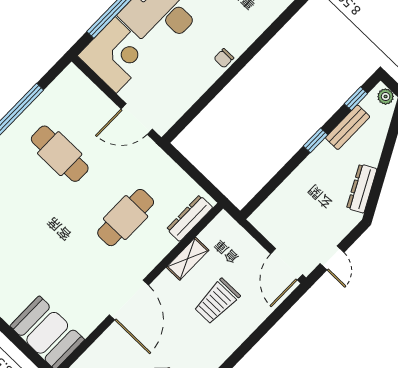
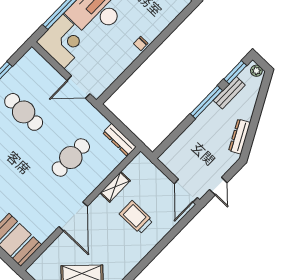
window: (356, 99) -> (235, 72), width x1.50
window: (316, 140) -> (206, 102), width x2.17
dresser: (190, 218) -> (119, 140), moved, turned -90
trolley: (217, 301) -> (136, 217), turned 90

